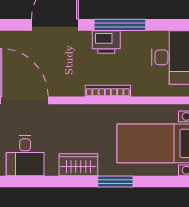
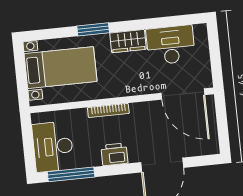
window: (120, 25) -> (71, 174), moved
desk: (25, 156) -> (171, 45), width x1.37

